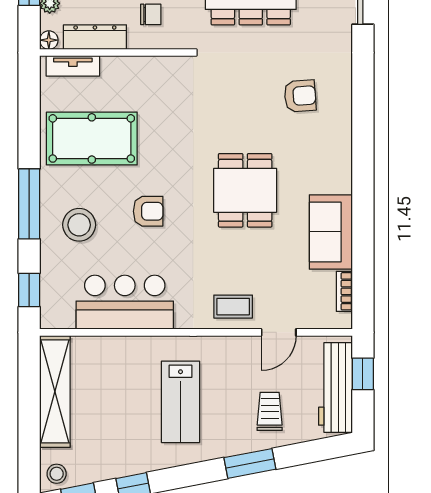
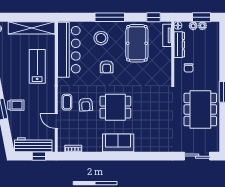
armchair: (300, 96) -> (86, 105), moved
sofa: (331, 232) -> (118, 143), moved
window: (29, 290) -> (154, 17), moved
bar counter: (125, 302) -> (69, 50), width x1.36
lab bench: (180, 402) -> (37, 66), moved, turned 90
trolley: (270, 411) -> (16, 105), moved

